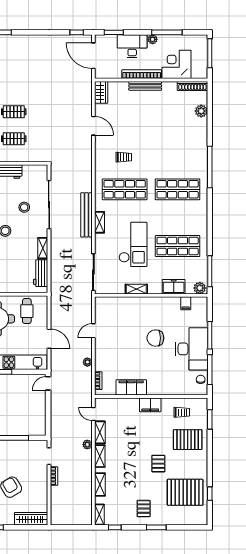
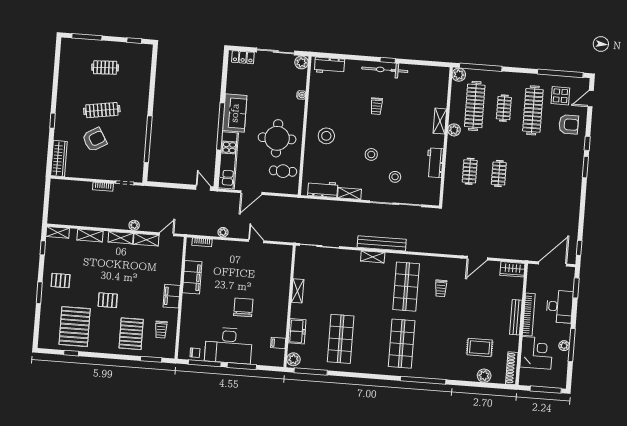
plant: (153, 39) -> (564, 346), moved
rug: (176, 117) -> (480, 347), added
checkout: (133, 244) -> (346, 291), removed

